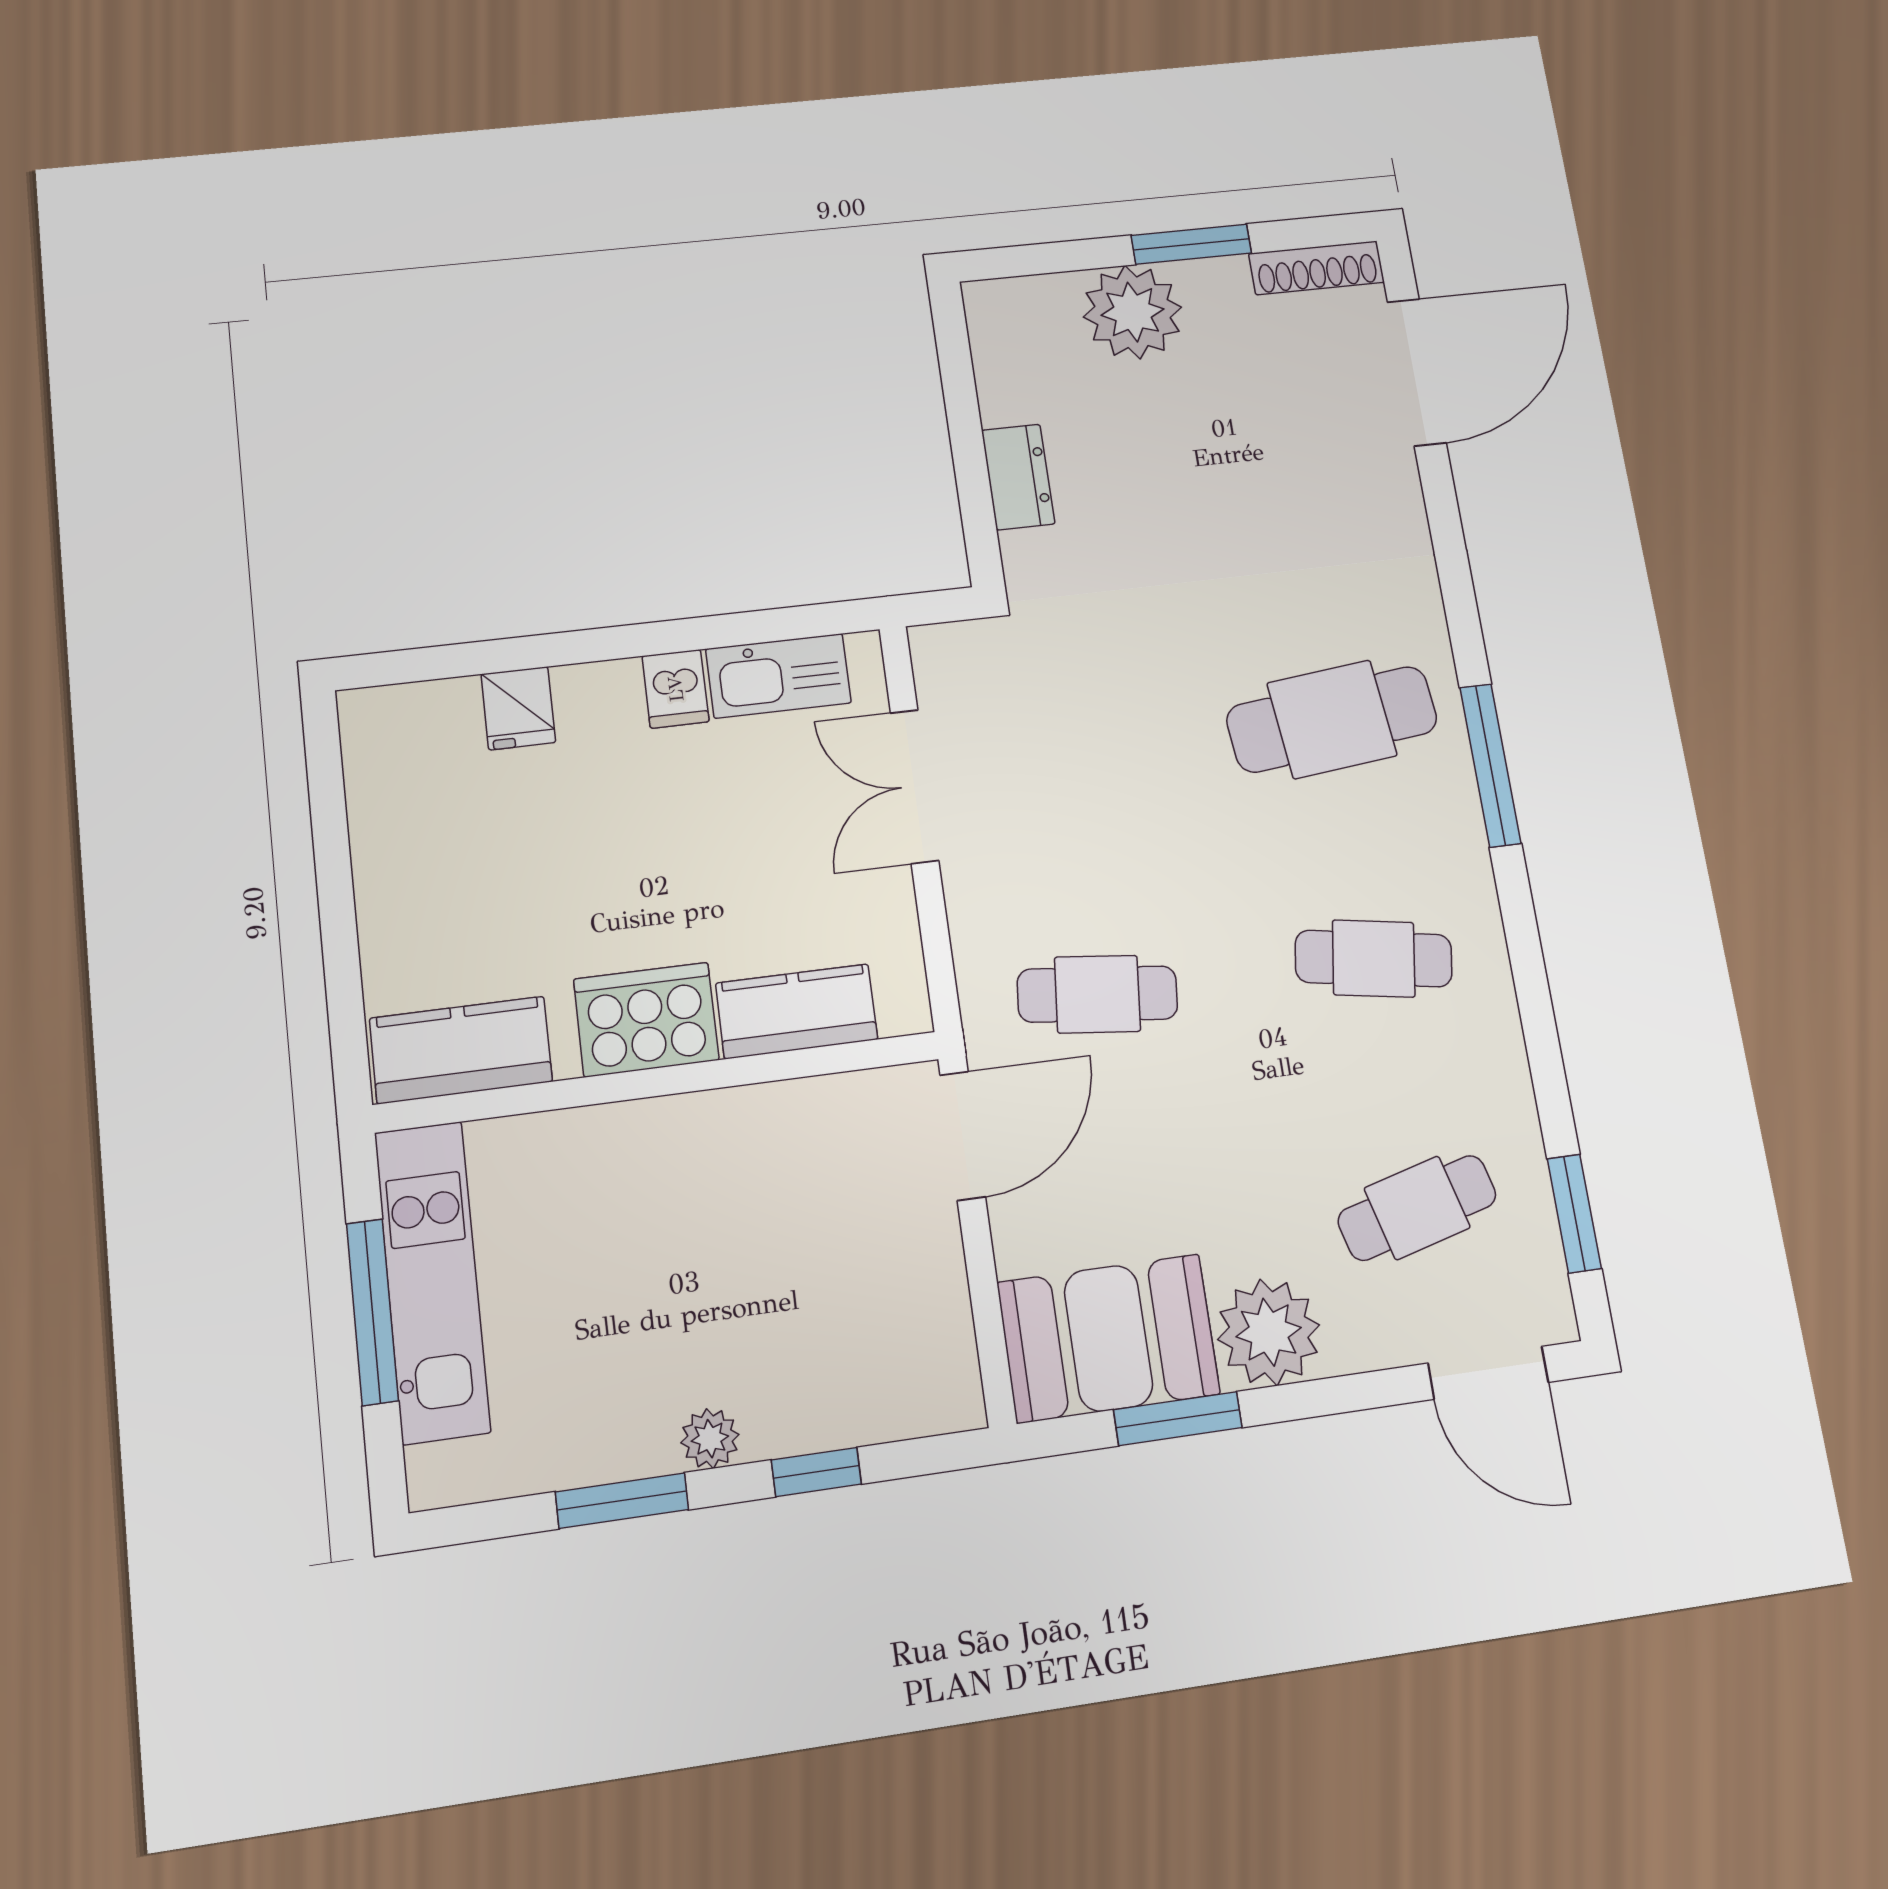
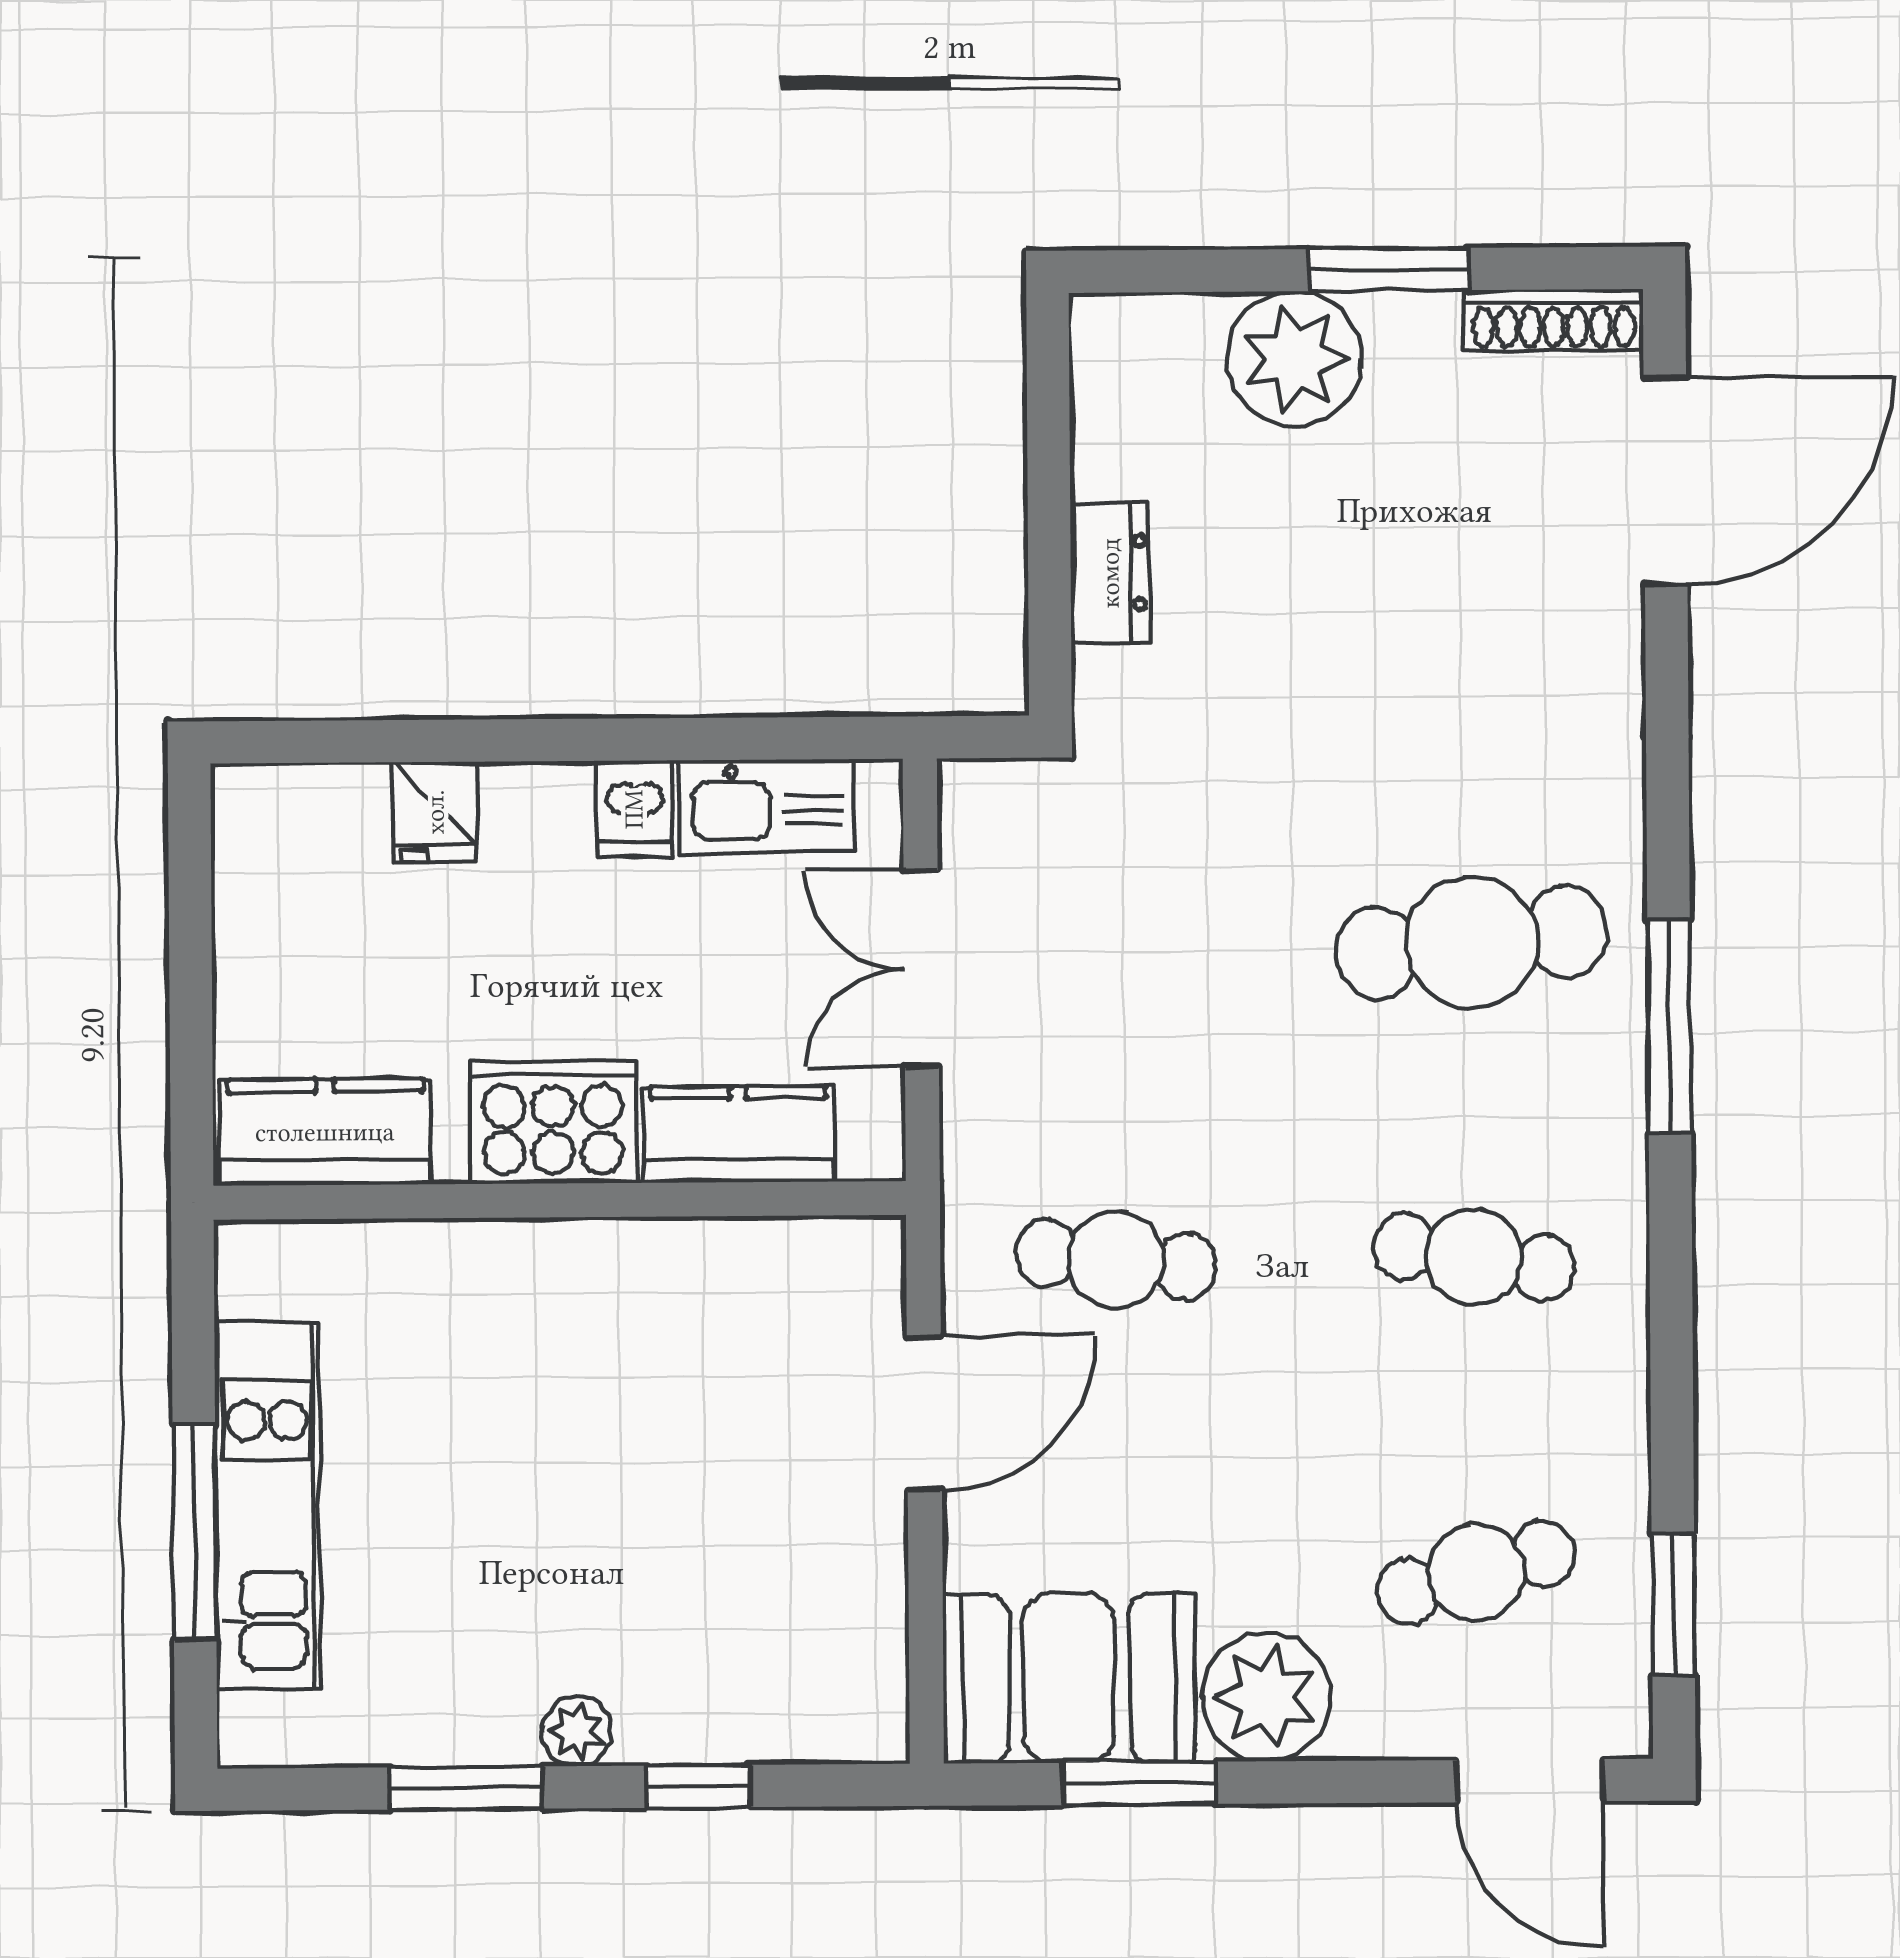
kitchen counter: (797, 1011) -> (738, 1134), moved
cooker: (646, 1020) -> (553, 1122), moved
kitchen counter: (461, 1050) -> (325, 1132), moved
wall: (658, 1082) -> (560, 1200), moved

